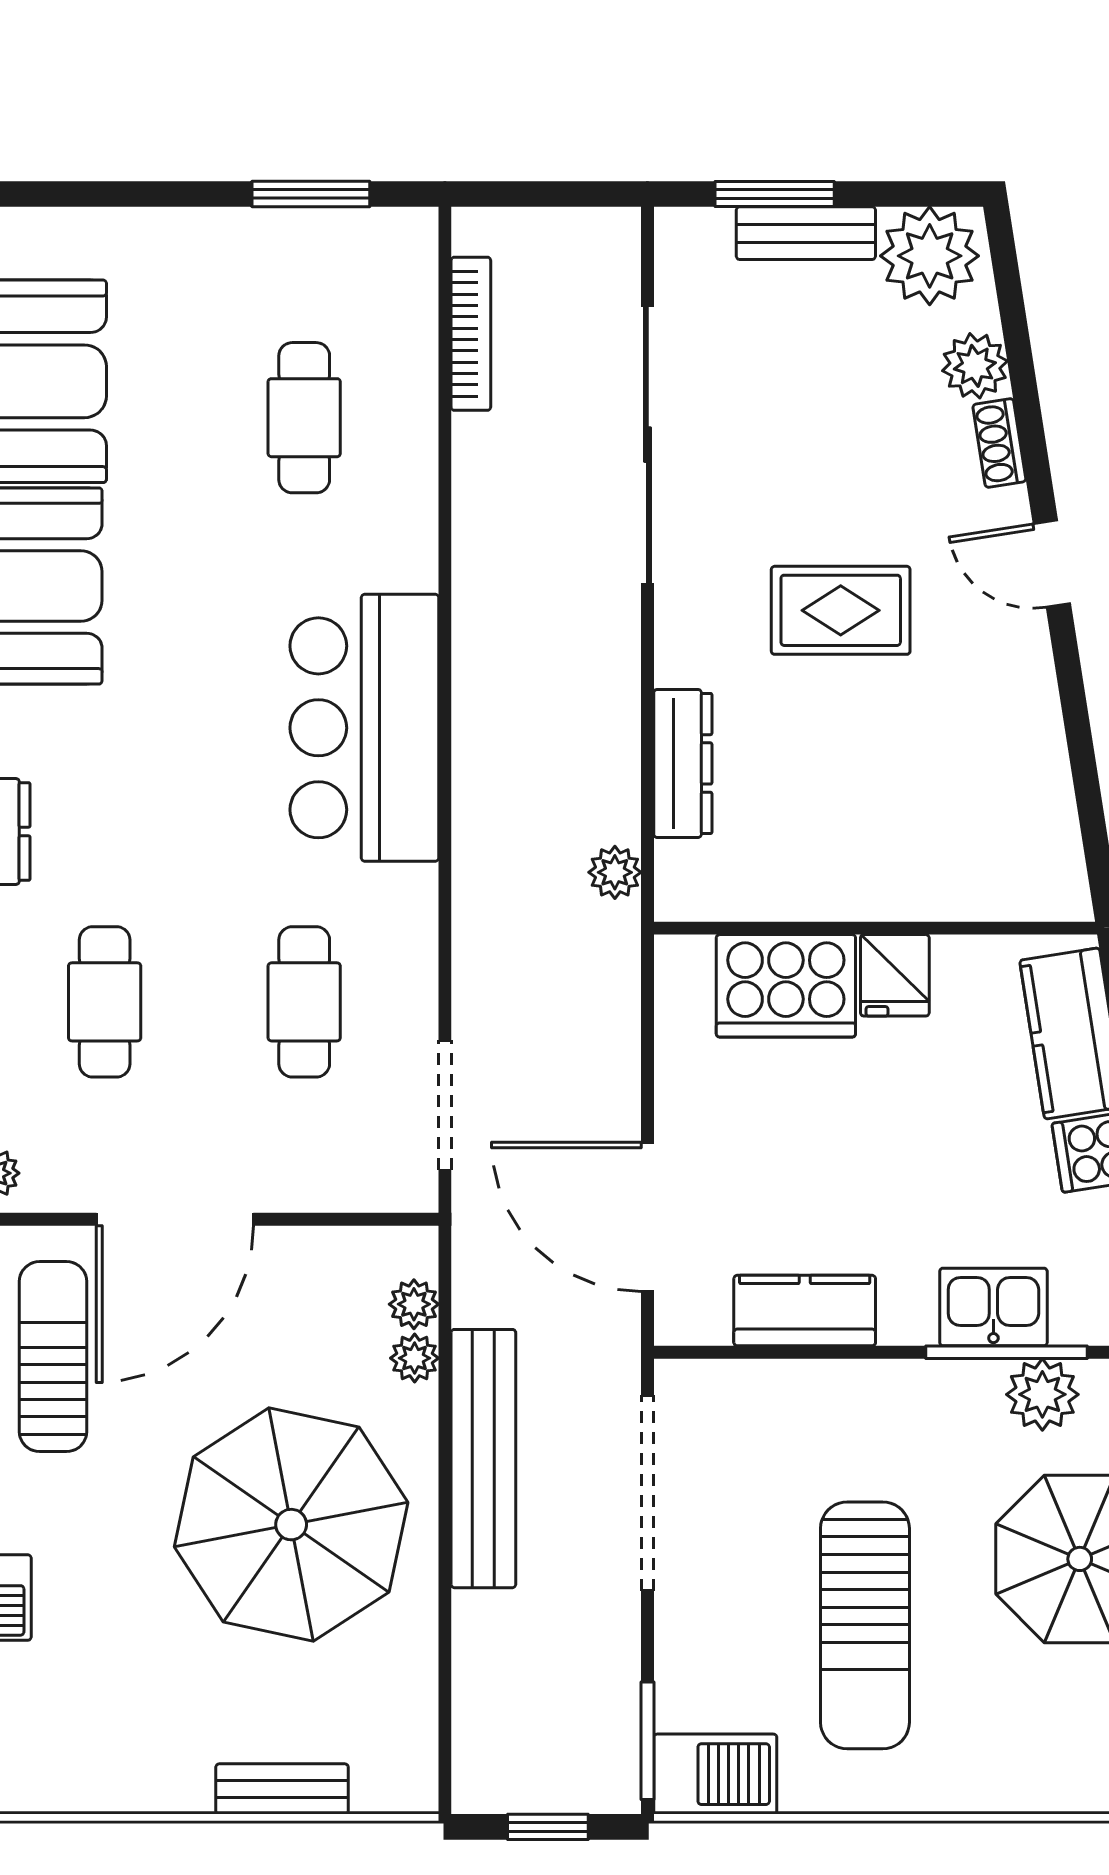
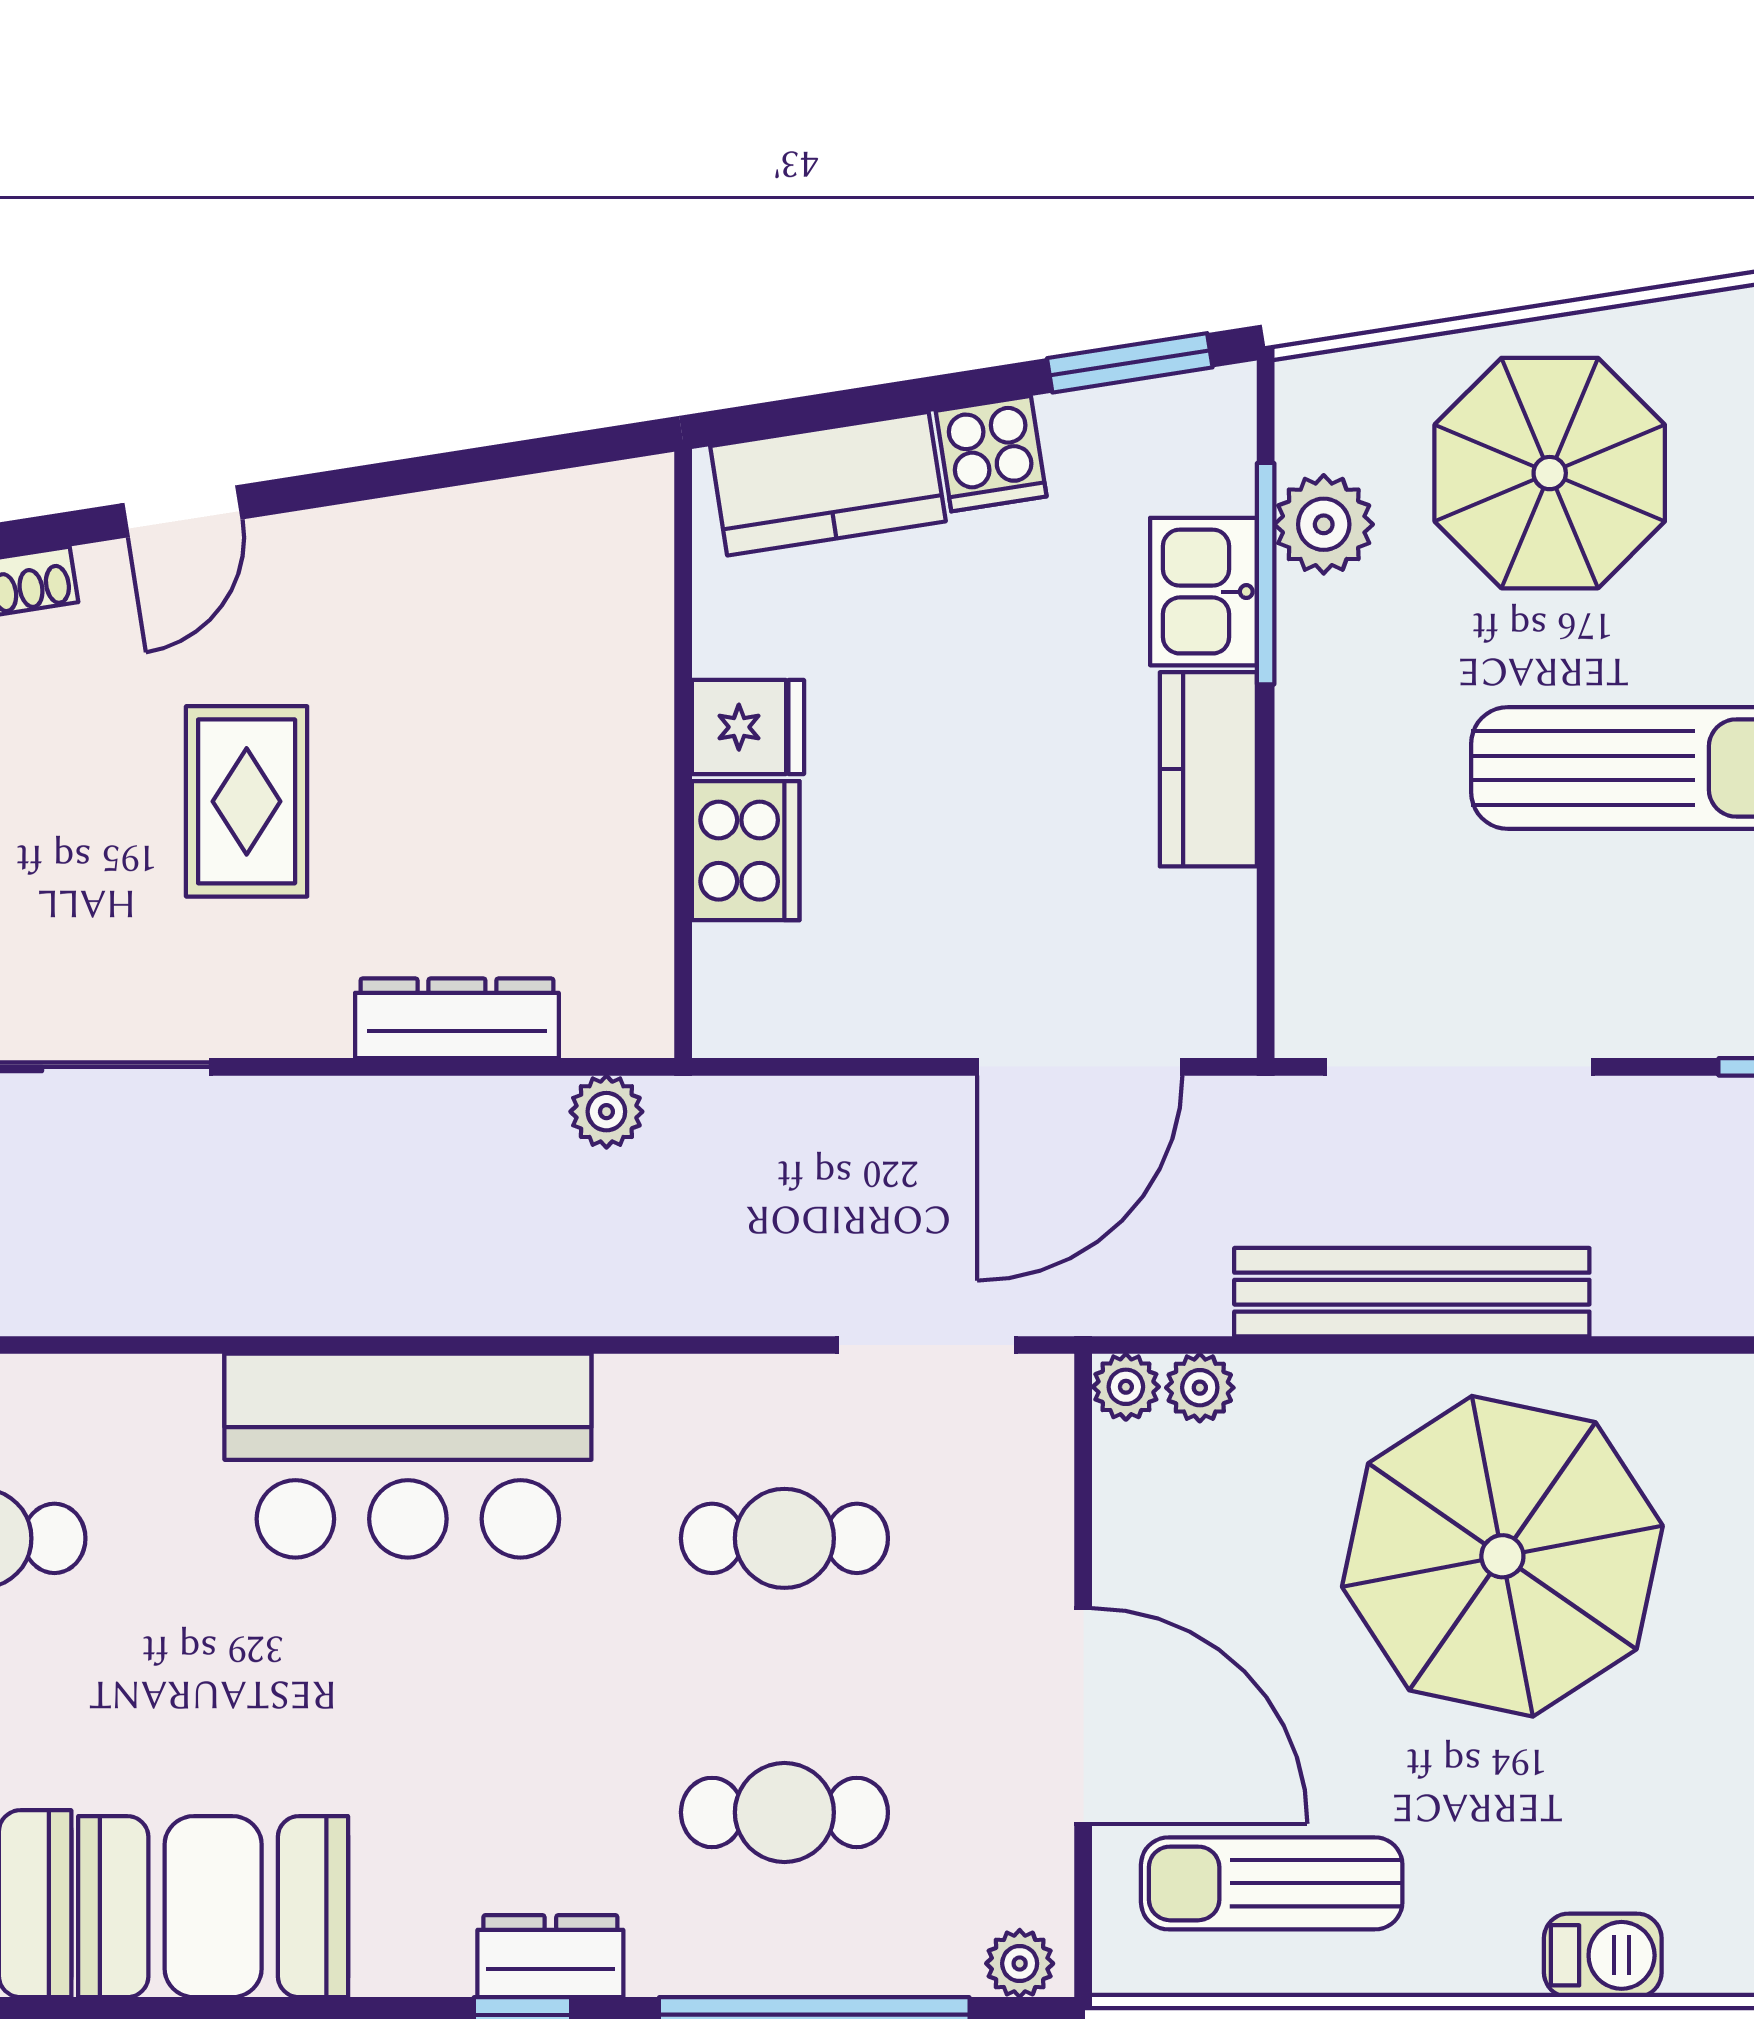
cooker: (786, 986) -> (746, 851), width x0.73, depth x0.76
kitchen counter: (805, 1311) -> (1208, 769), moved
plant: (415, 1358) -> (1126, 1387), moved

